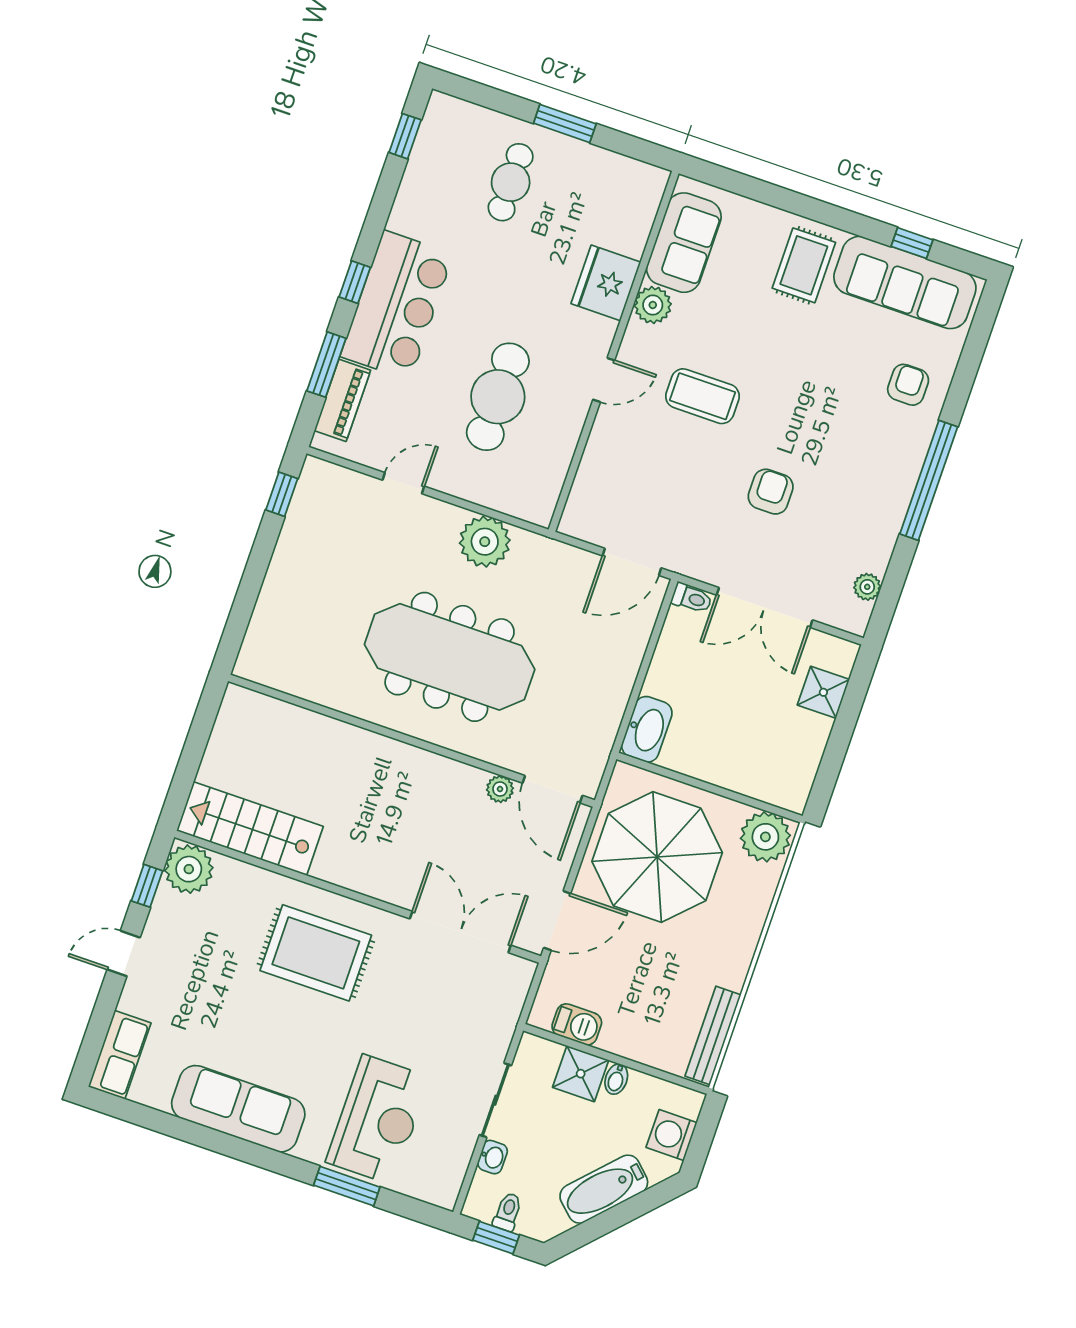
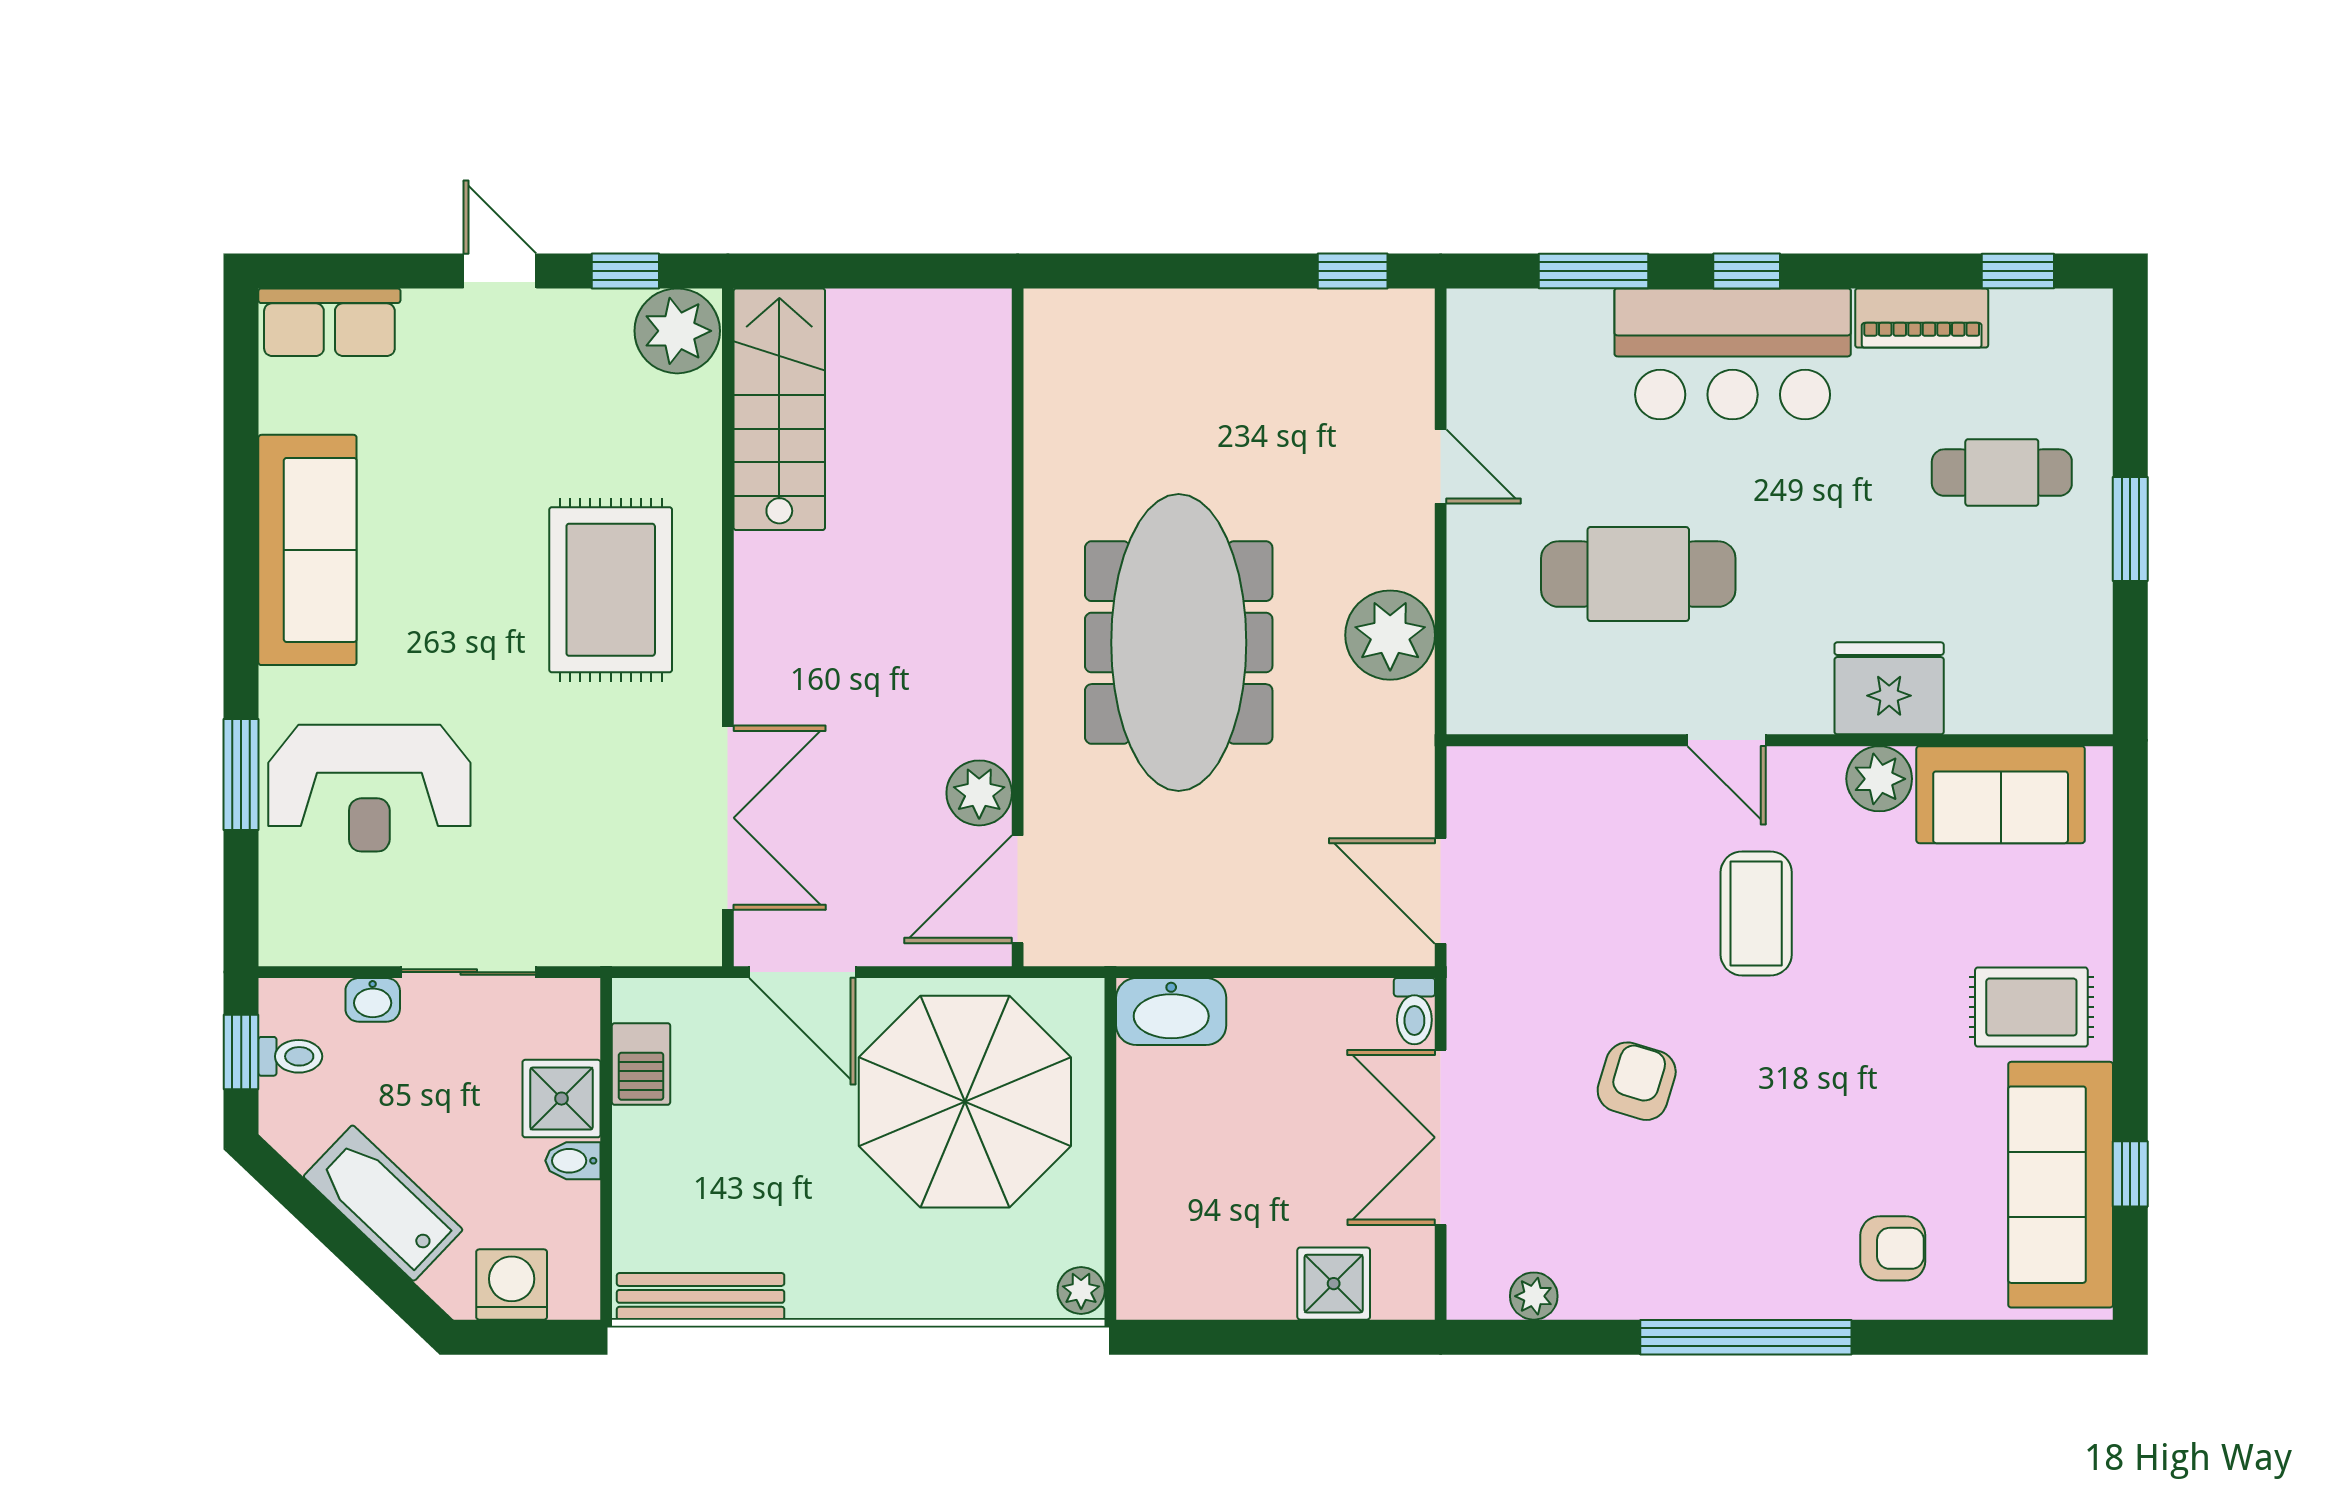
piano: (342, 400) -> (1922, 318), moved
armchair: (771, 492) -> (1637, 1081), turned -73
plant: (500, 789) -> (979, 793), width x1.38, depth x1.38
plant: (765, 837) -> (1081, 1291), width x0.53, depth x0.53

